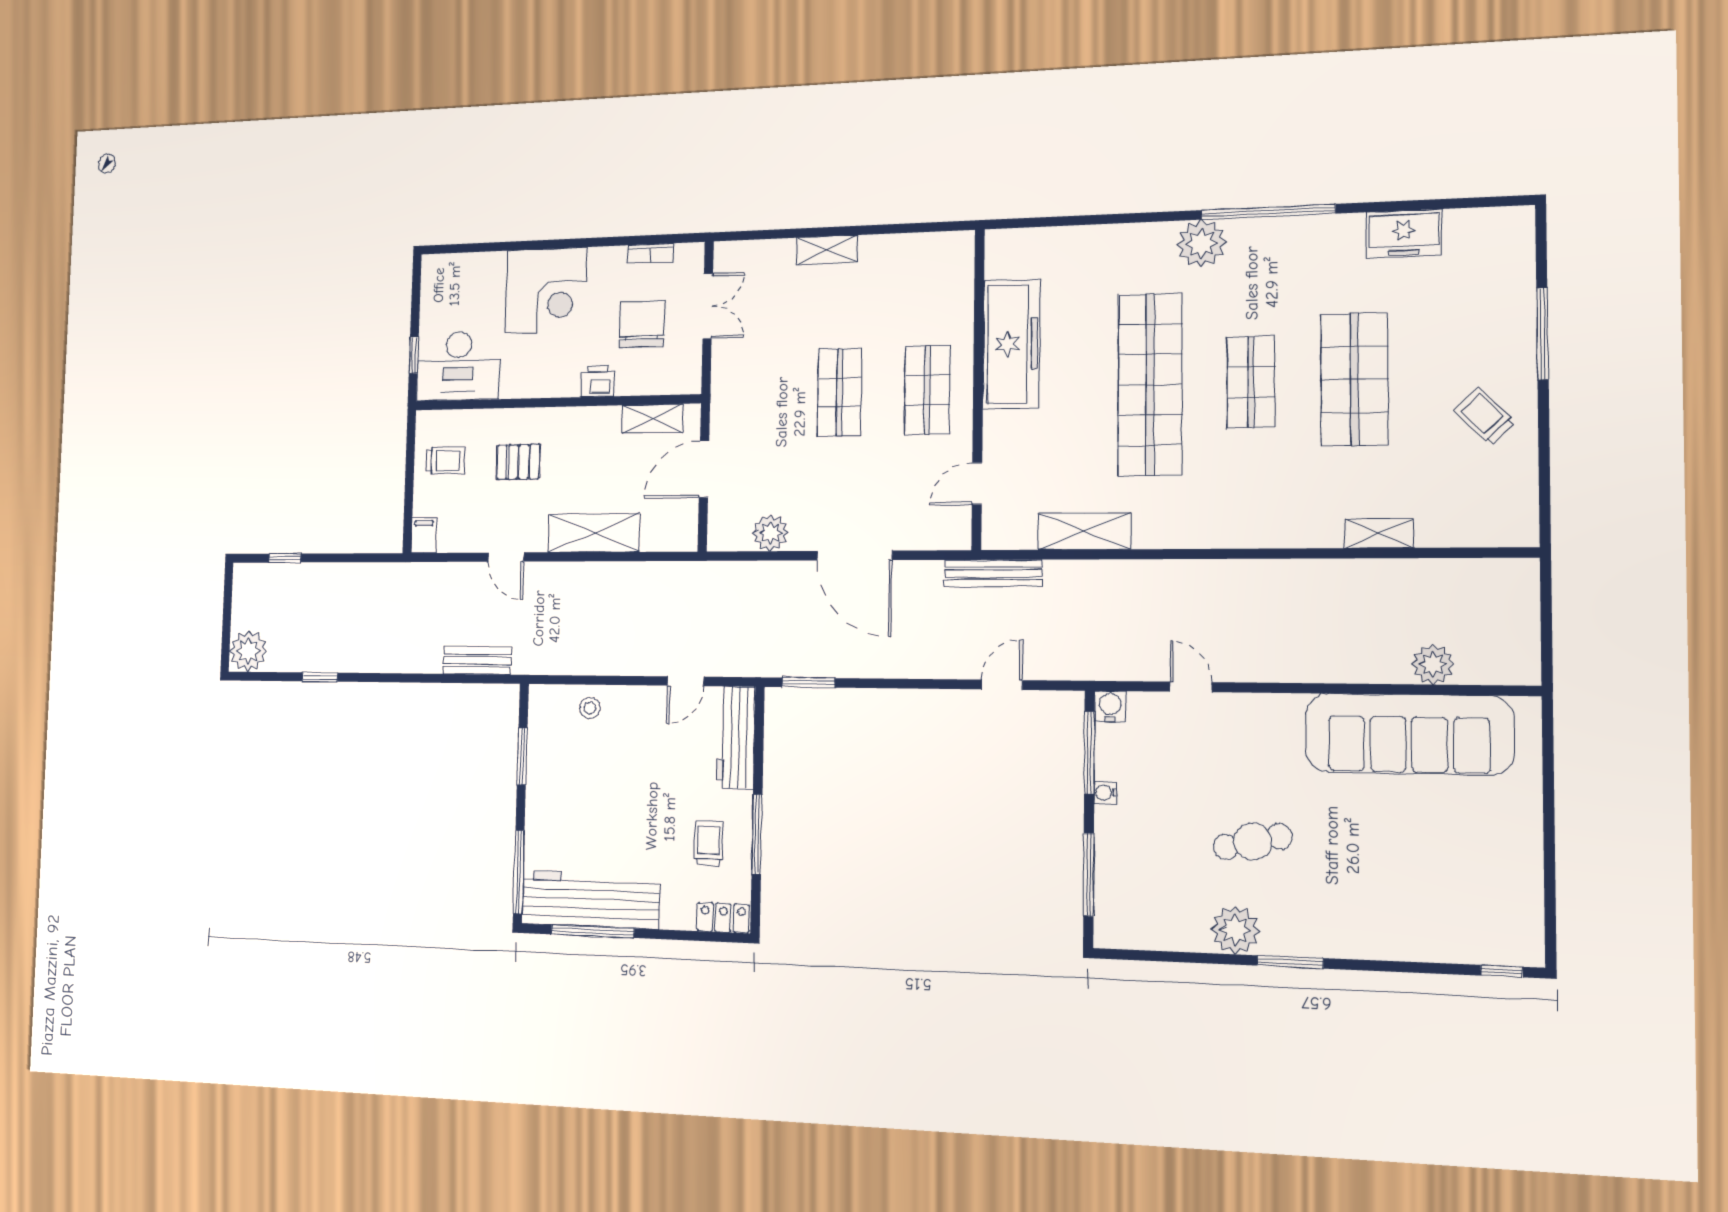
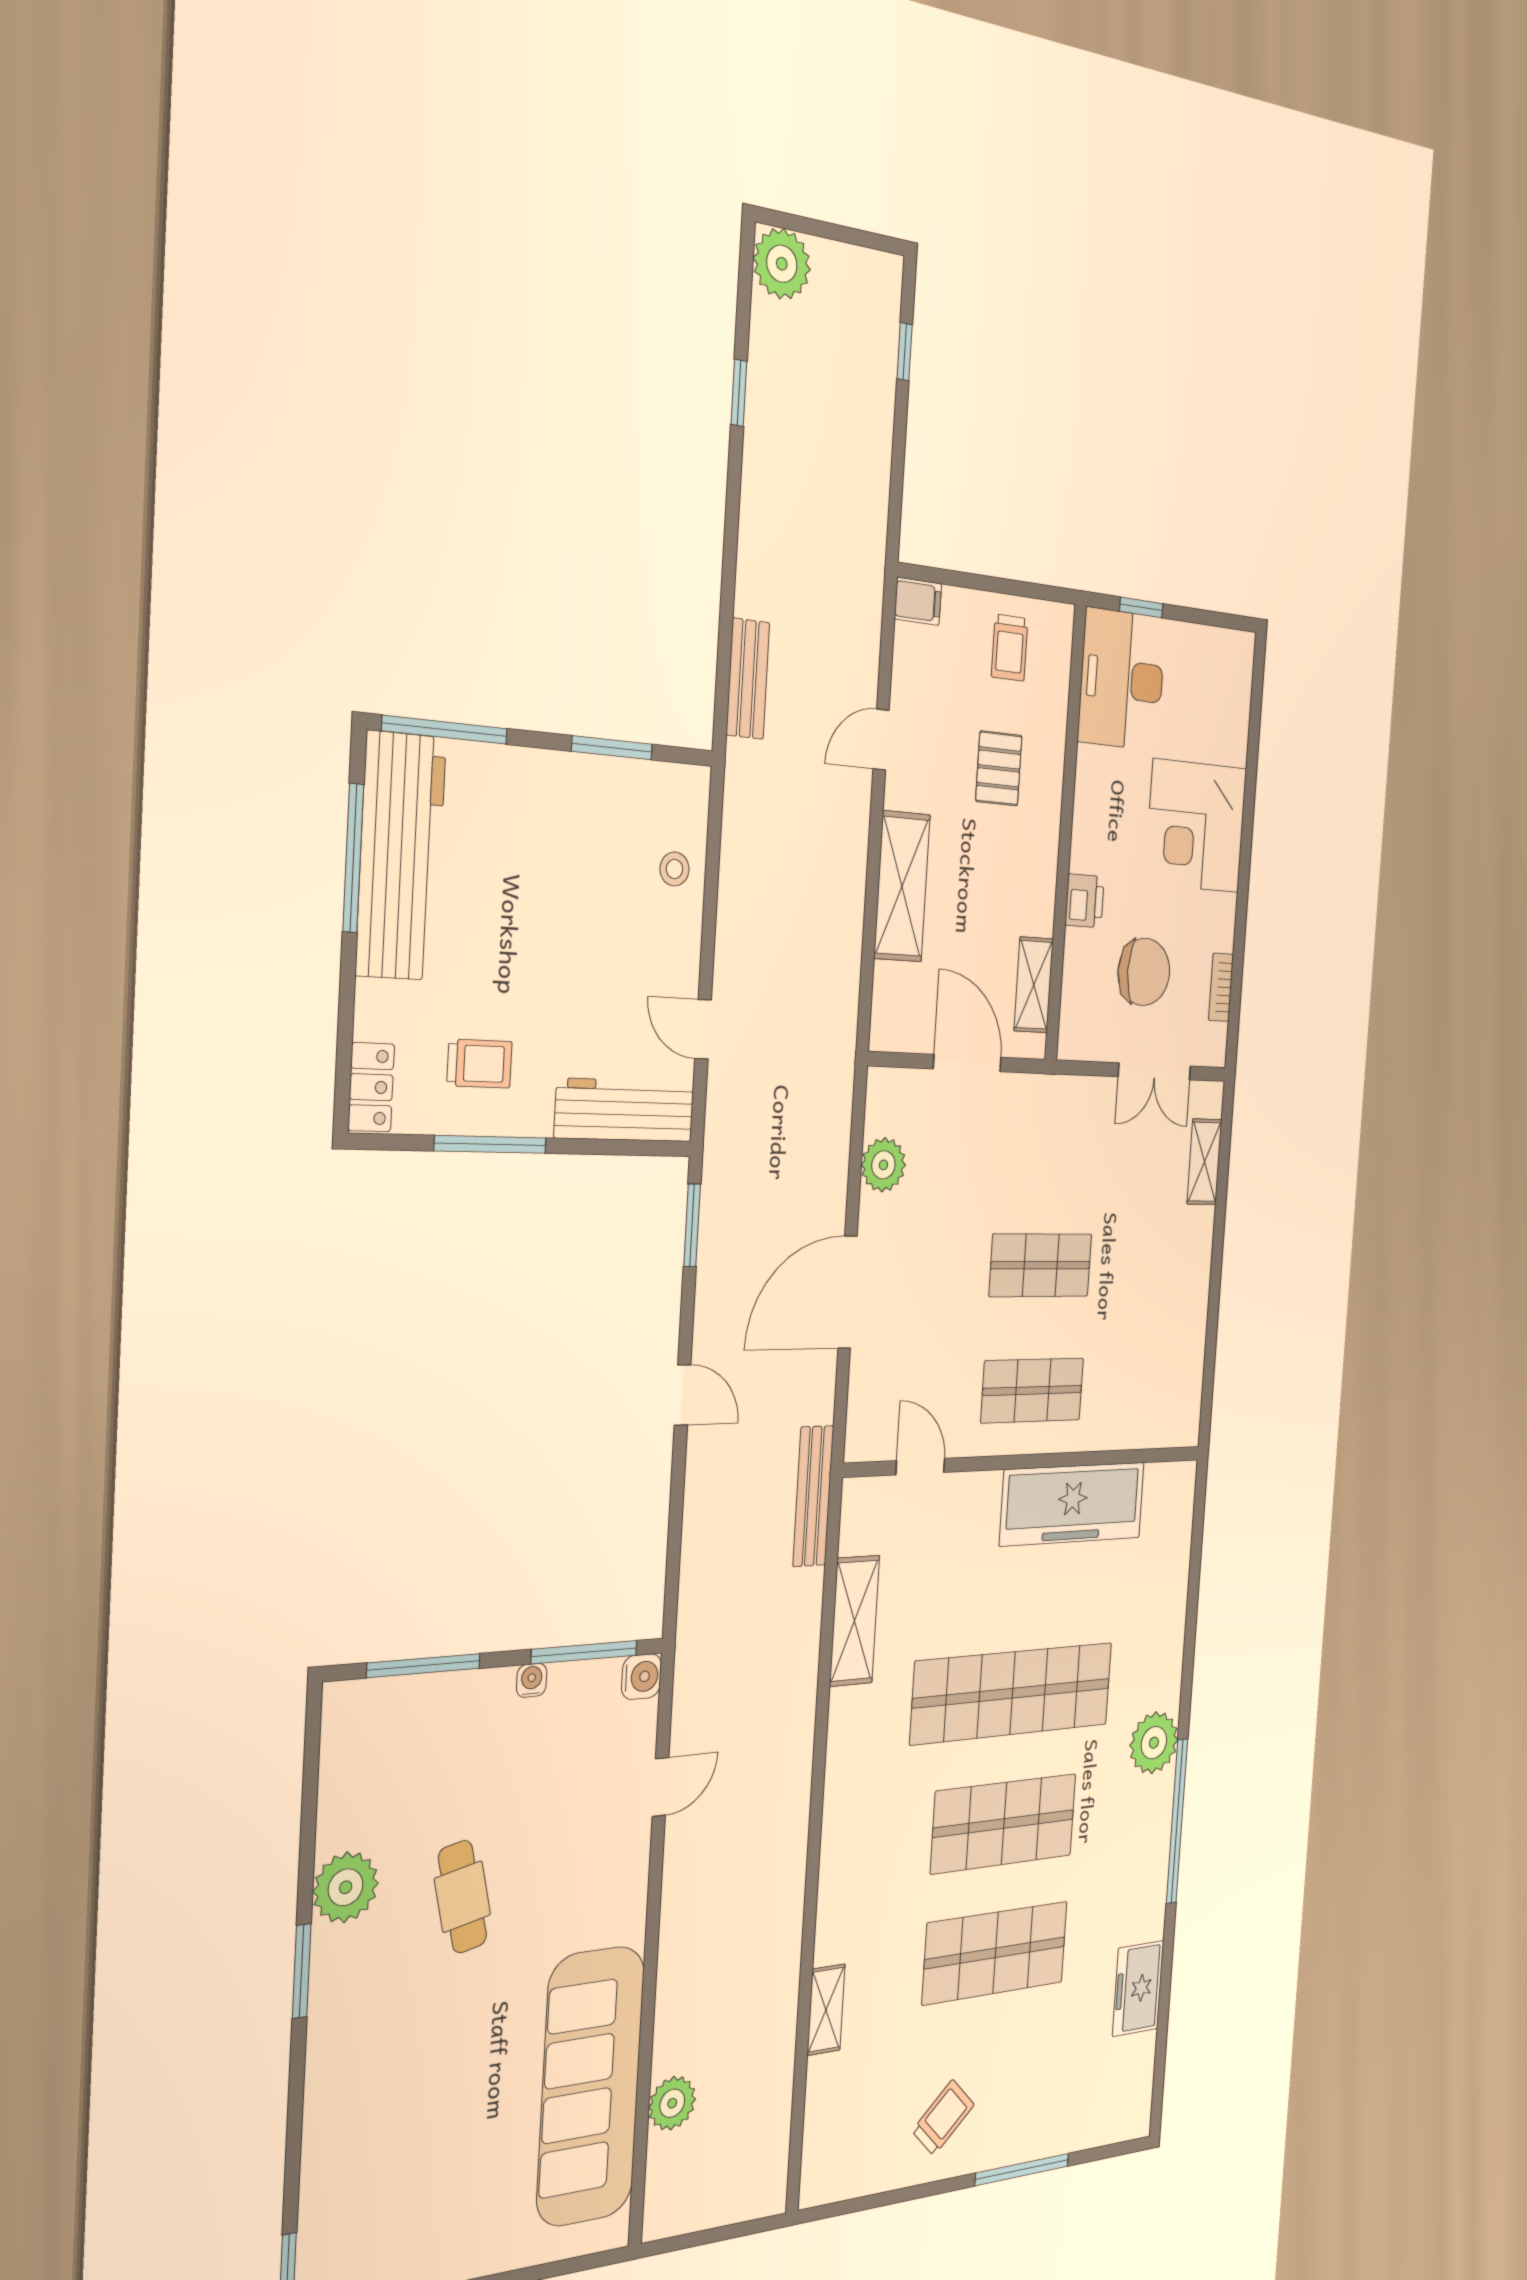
shelving: (827, 250) -> (1204, 1162), moved
shop shelf: (1251, 382) -> (1004, 1824), width x1.43, depth x1.36
door: (1002, 685) -> (683, 1395), moved

